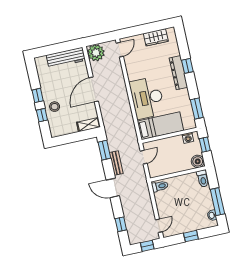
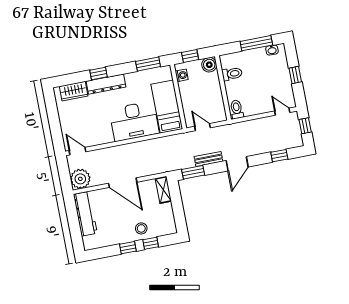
wardrobe: (156, 37) -> (74, 91), moved, turned 90
toilet: (203, 179) -> (232, 74), moved

